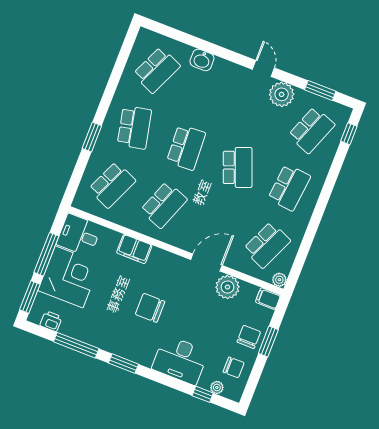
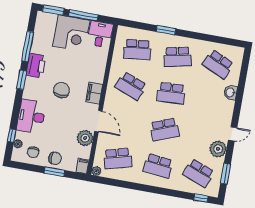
school desk: (112, 185) -> (137, 50), turned -30
school desk: (267, 245) -> (118, 159), turned -39
filing cabinet: (134, 249) -> (94, 93), moved
printer: (51, 321) -> (36, 66), moved, width x1.87, depth x1.48

